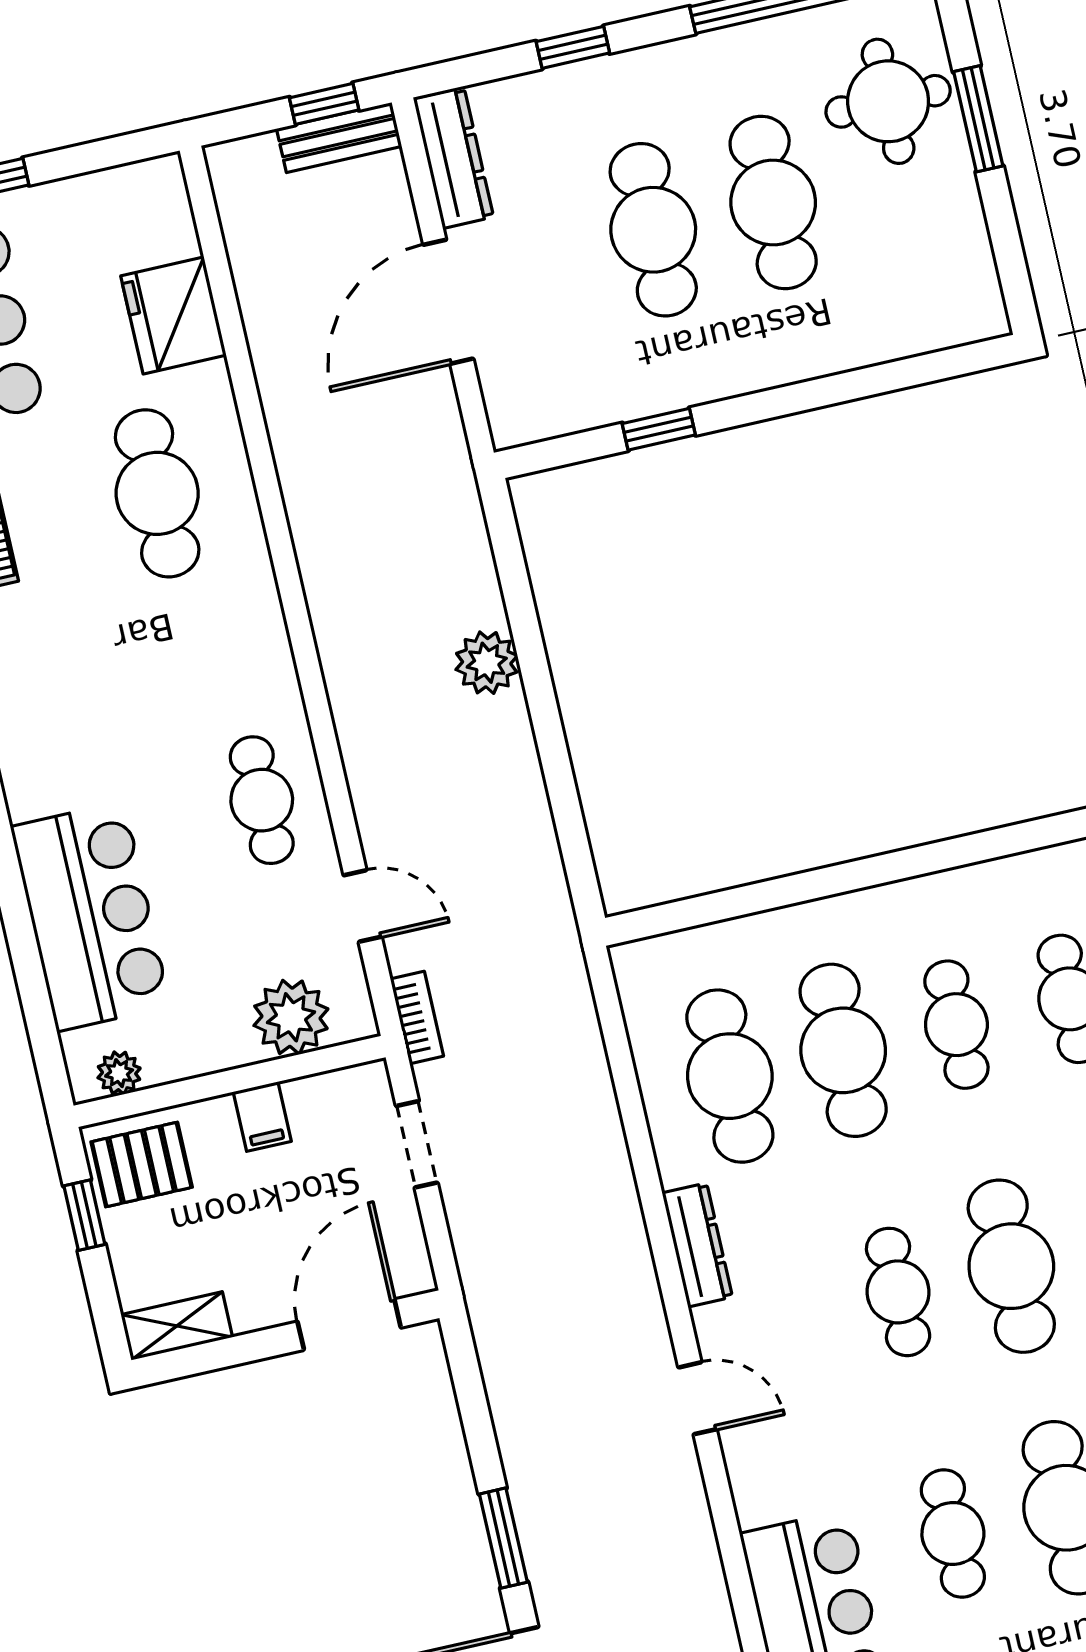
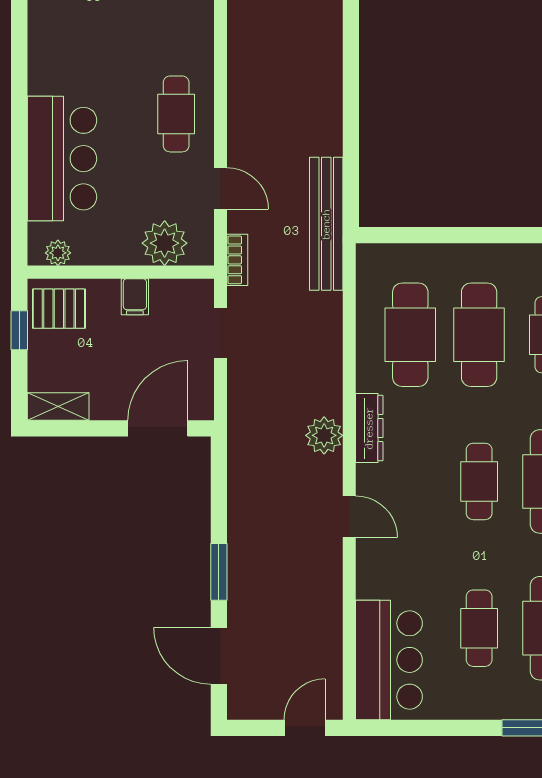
plant: (487, 663) -> (324, 435), moved
bench: (550, 925) -> (326, 224), added

